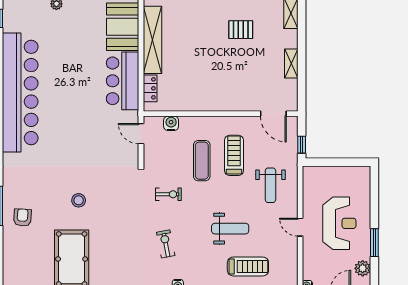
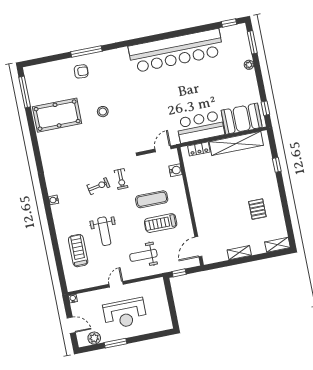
treadmill: (234, 155) -> (161, 223), turned 180
exercise bike: (166, 244) -> (98, 186), moved
treadmill: (248, 266) -> (78, 251), turned 180

